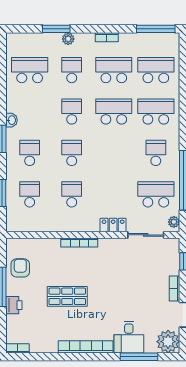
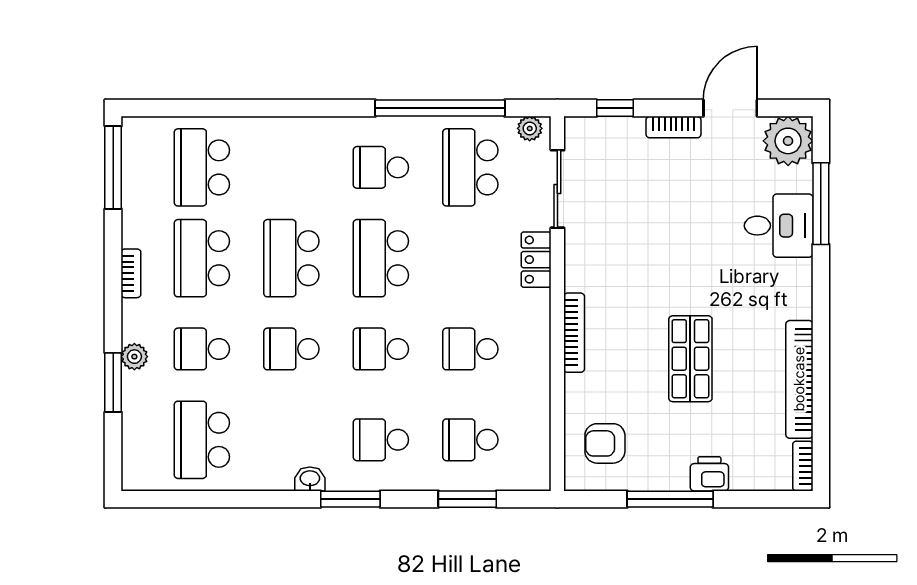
school desk: (156, 112) -> (381, 258), moved
armchair: (20, 268) -> (605, 443), moved
bookcase: (86, 347) -> (799, 379), moved

